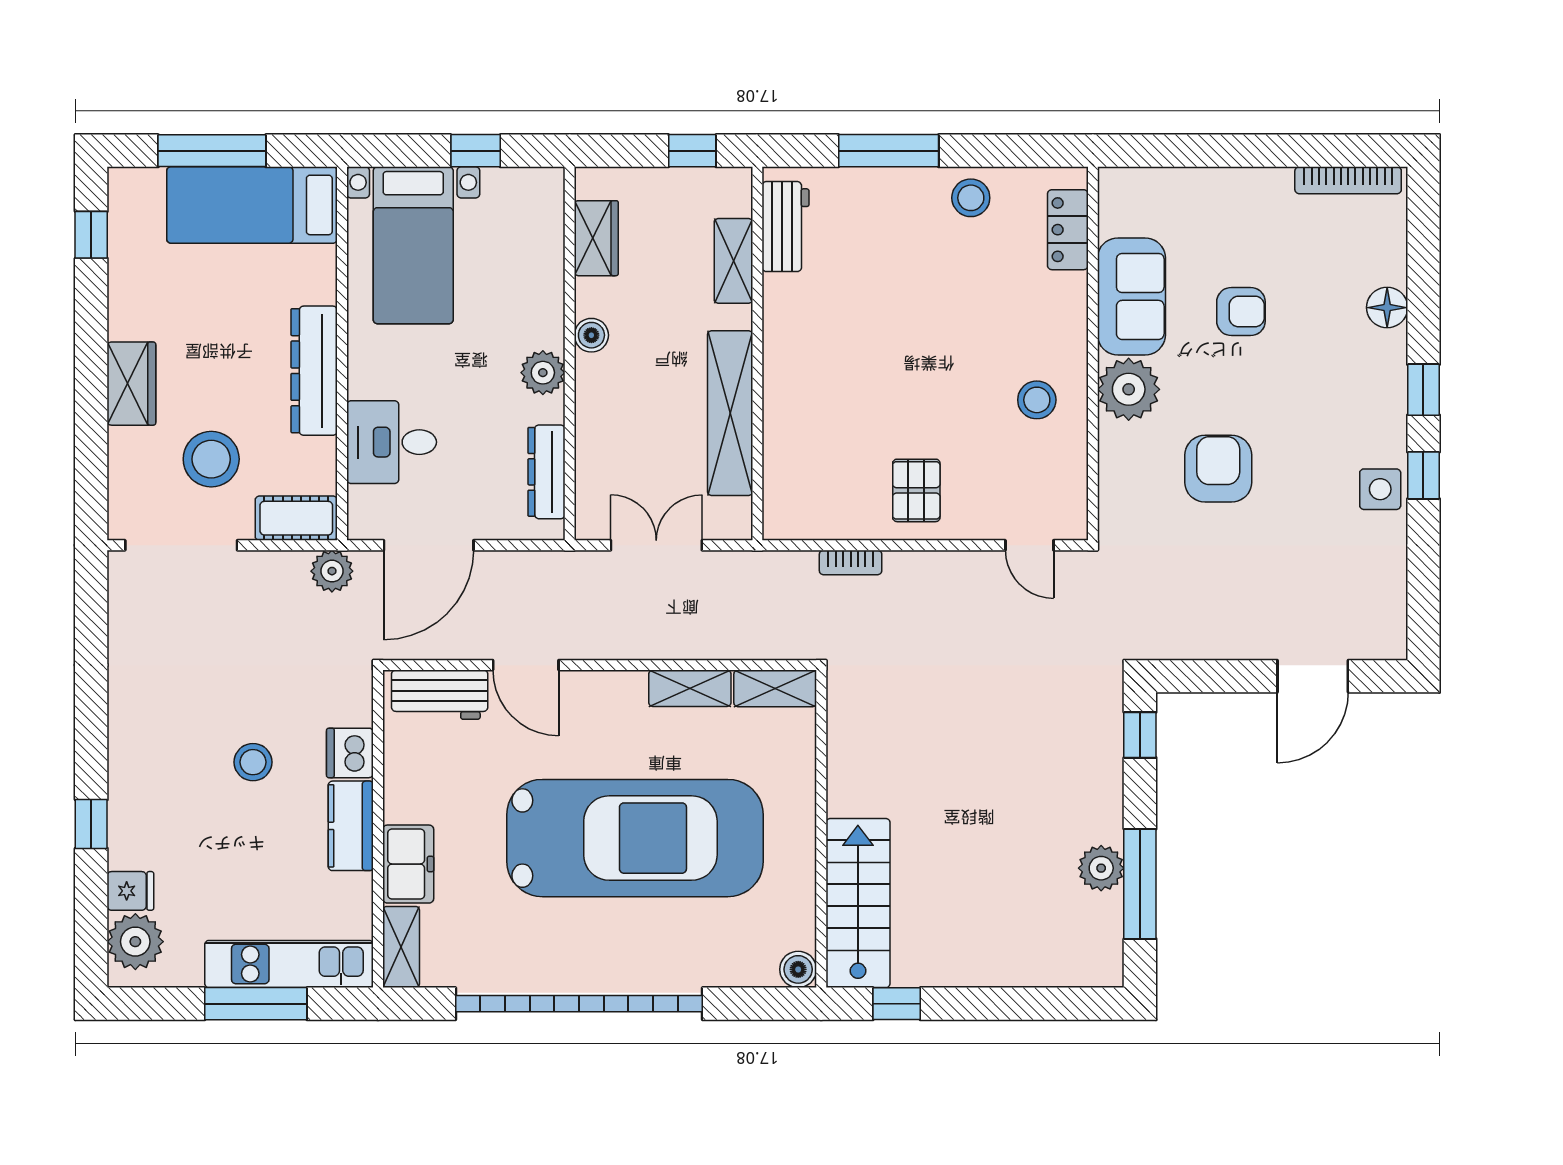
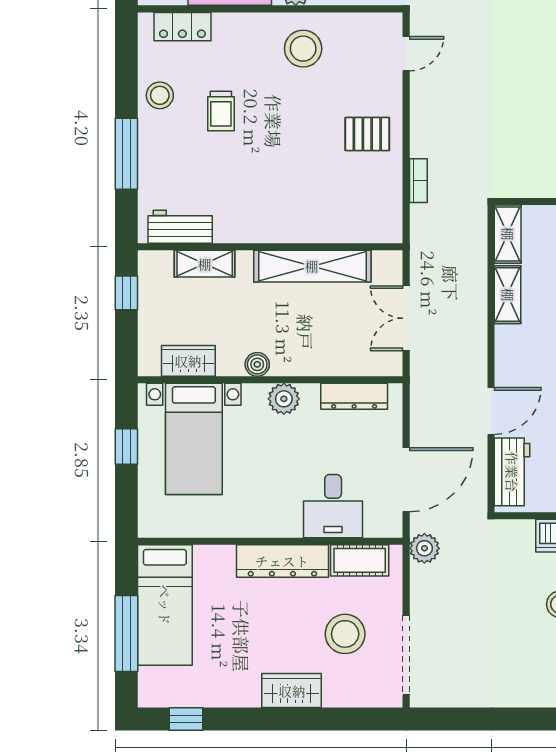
bed with nightstands: (413, 245) -> (194, 439), moved, turned 90
trolley: (949, 284) -> (221, 111), added
stool: (1037, 400) -> (303, 49), width x1.38, depth x1.38
cot: (296, 518) -> (360, 560), moved, turned 90
door: (429, 545) -> (406, 480), hinge flipped

